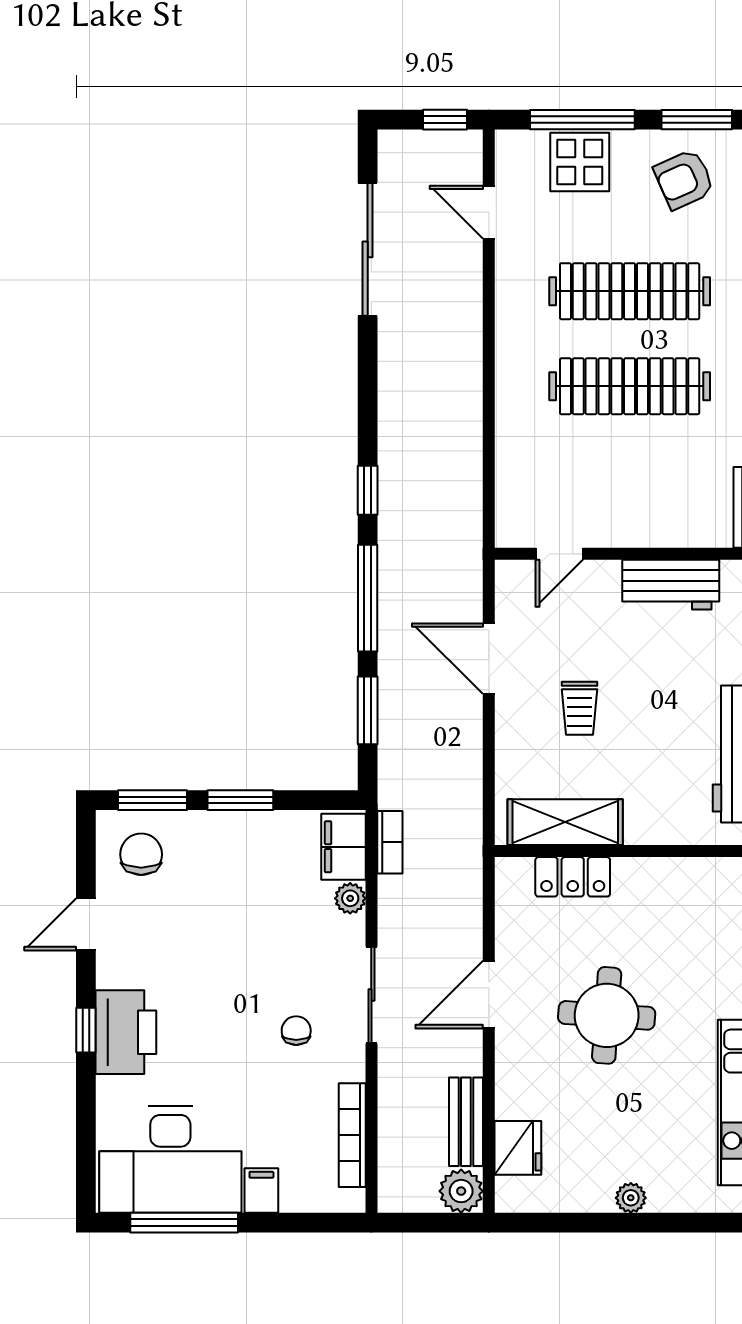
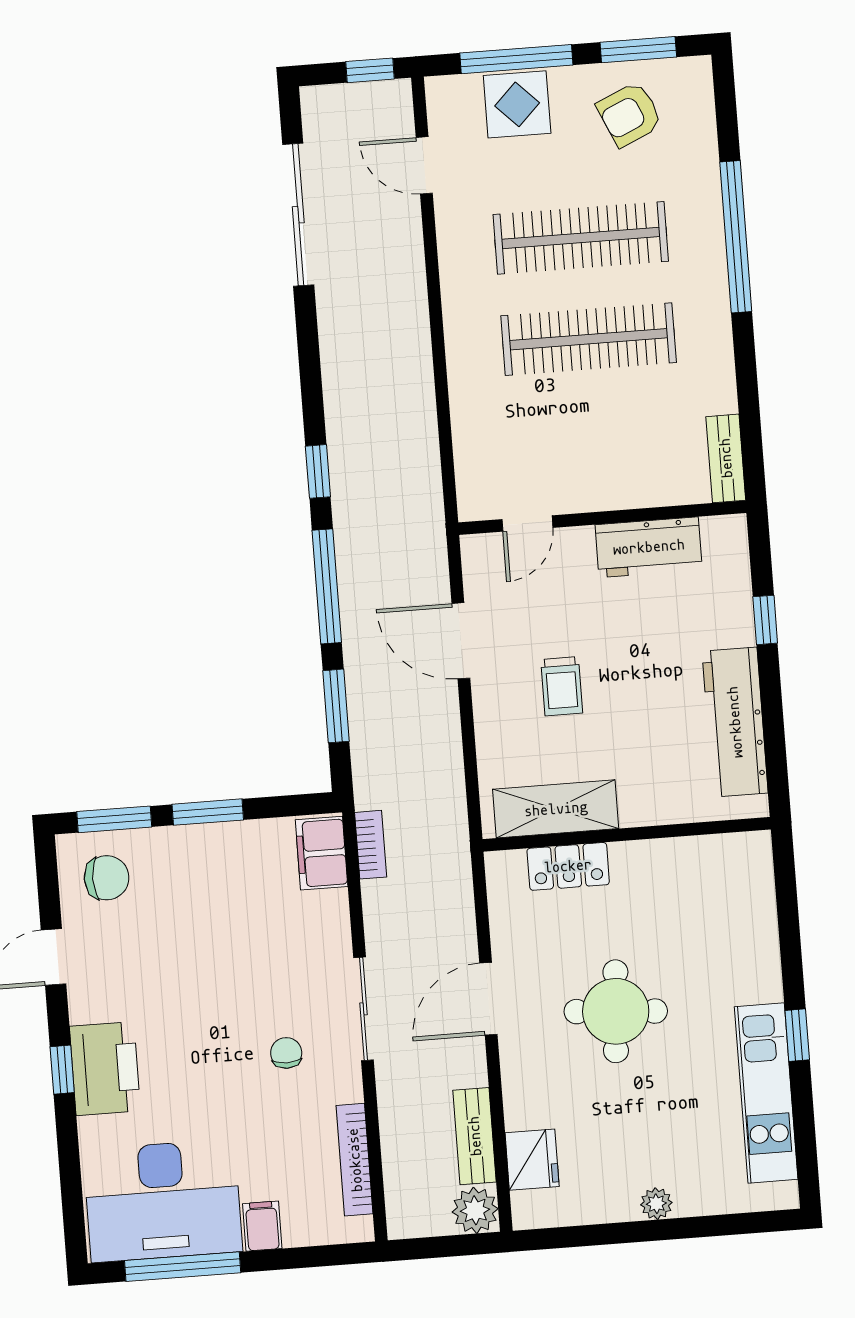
chair: (141, 854) -> (107, 878), turned 90
plant: (350, 898) -> (333, 908), removed

